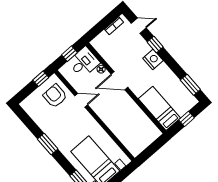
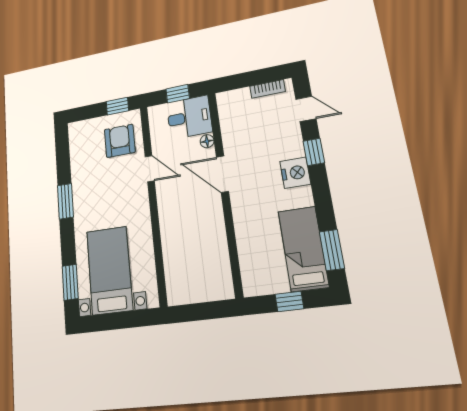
bed: (159, 108) -> (303, 249), moved

